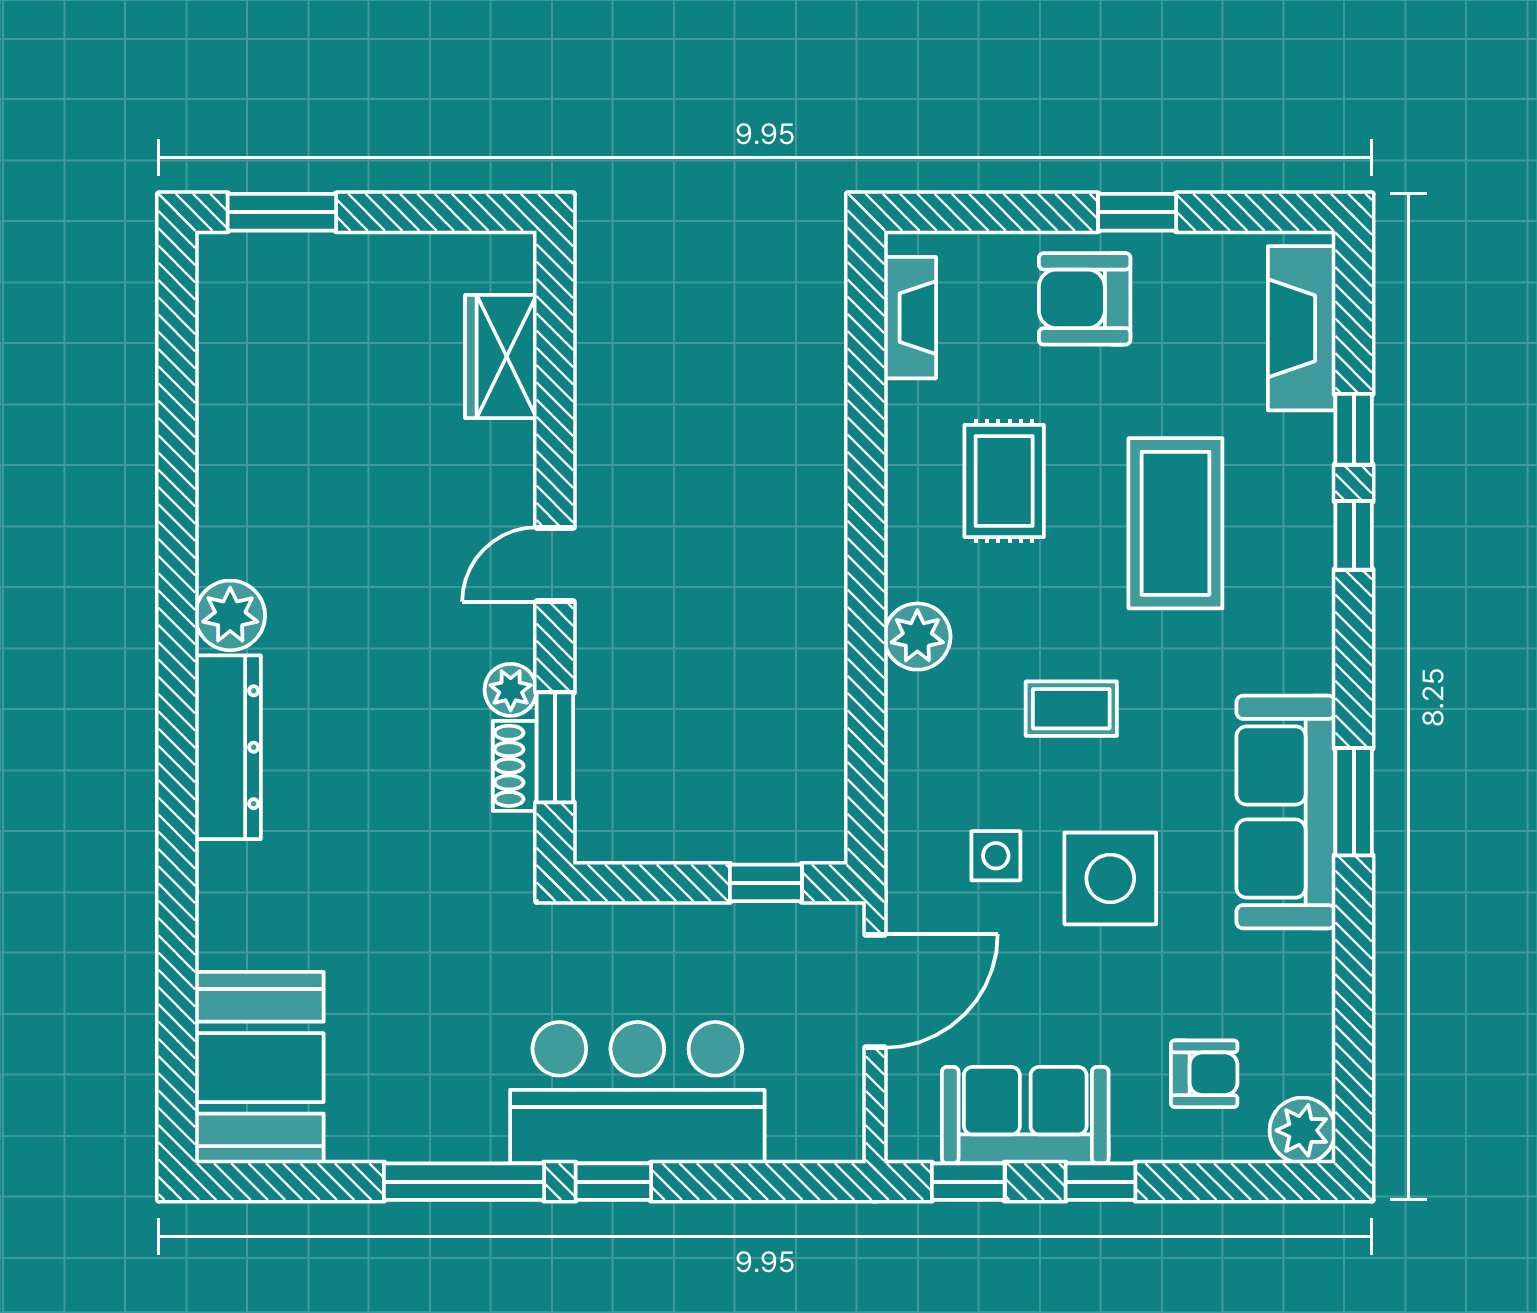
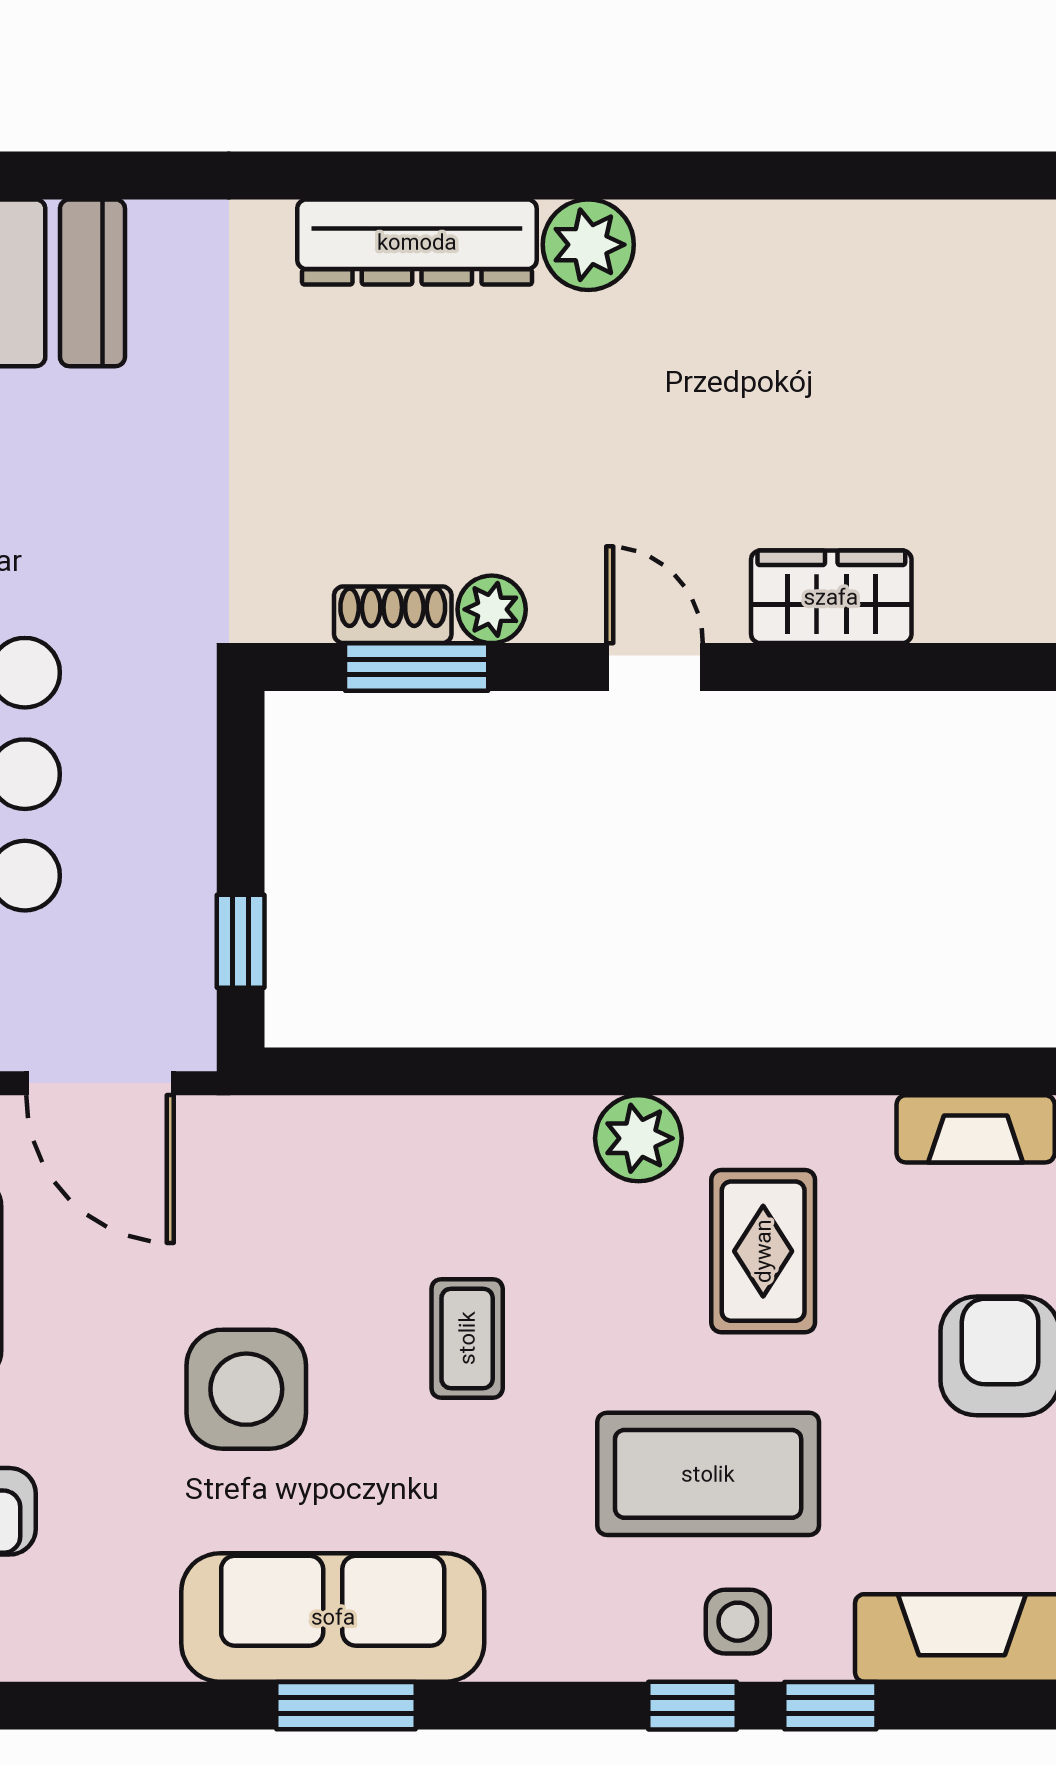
wardrobe: (501, 357) -> (831, 597), moved
rug: (1004, 481) -> (763, 1251), turned 90
plant: (917, 637) -> (638, 1138), moved
side table: (996, 856) -> (738, 1622), moved

